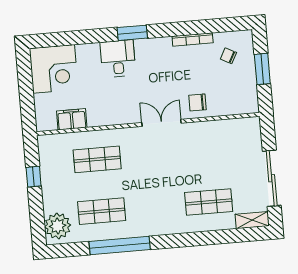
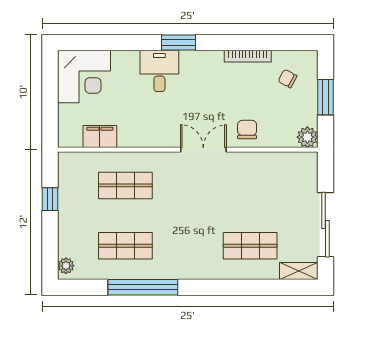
chair: (197, 102) -> (247, 130), turned 90
plant: (250, 105) -> (307, 137), added
plant: (58, 226) -> (66, 266), width x0.53, depth x0.53

